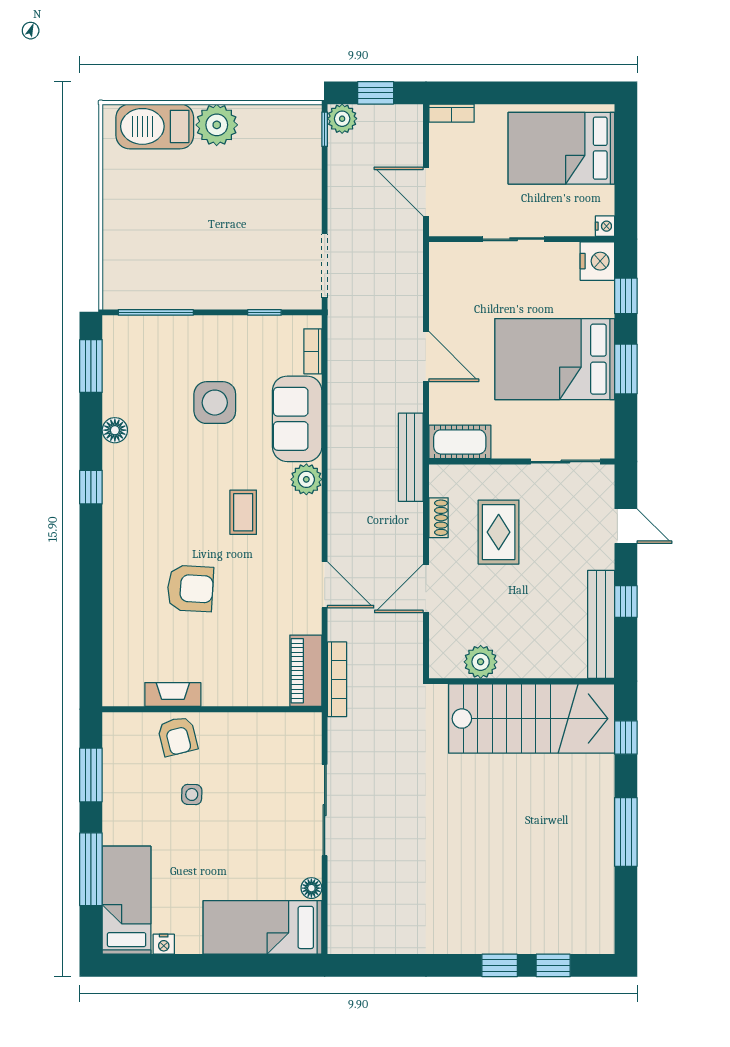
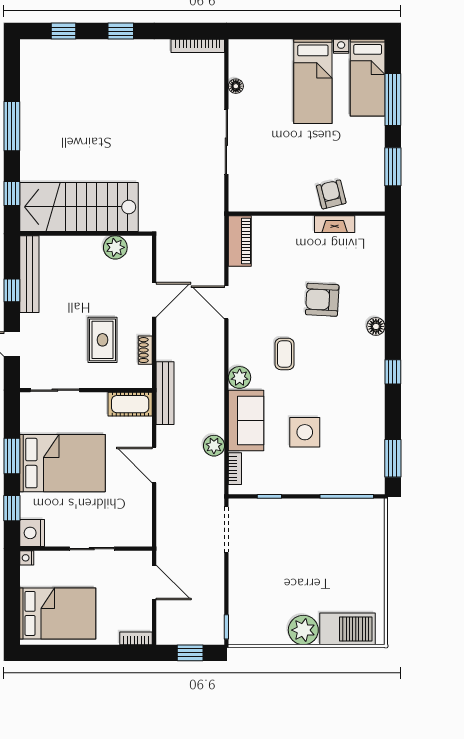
plant: (342, 119) -> (214, 446), moved
floor lamp: (115, 430) -> (376, 326), moved
bookcase: (337, 679) -> (198, 46), moved, turned -90
side table: (192, 794) -> (321, 153), removed
bed: (262, 927) -> (313, 81), moved, turned 90
window: (500, 965) -> (121, 31), moved

